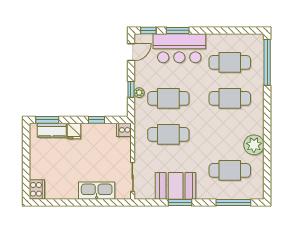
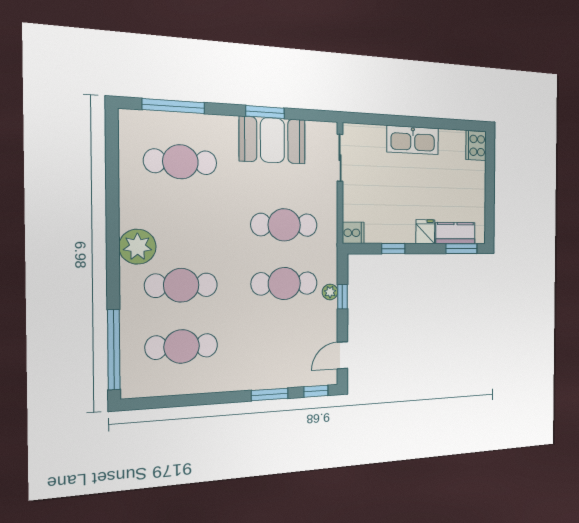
bar counter: (179, 48) -> (267, 366), removed
plant: (254, 145) -> (137, 247), moved
kitchen sink: (97, 191) -> (413, 140), moved

